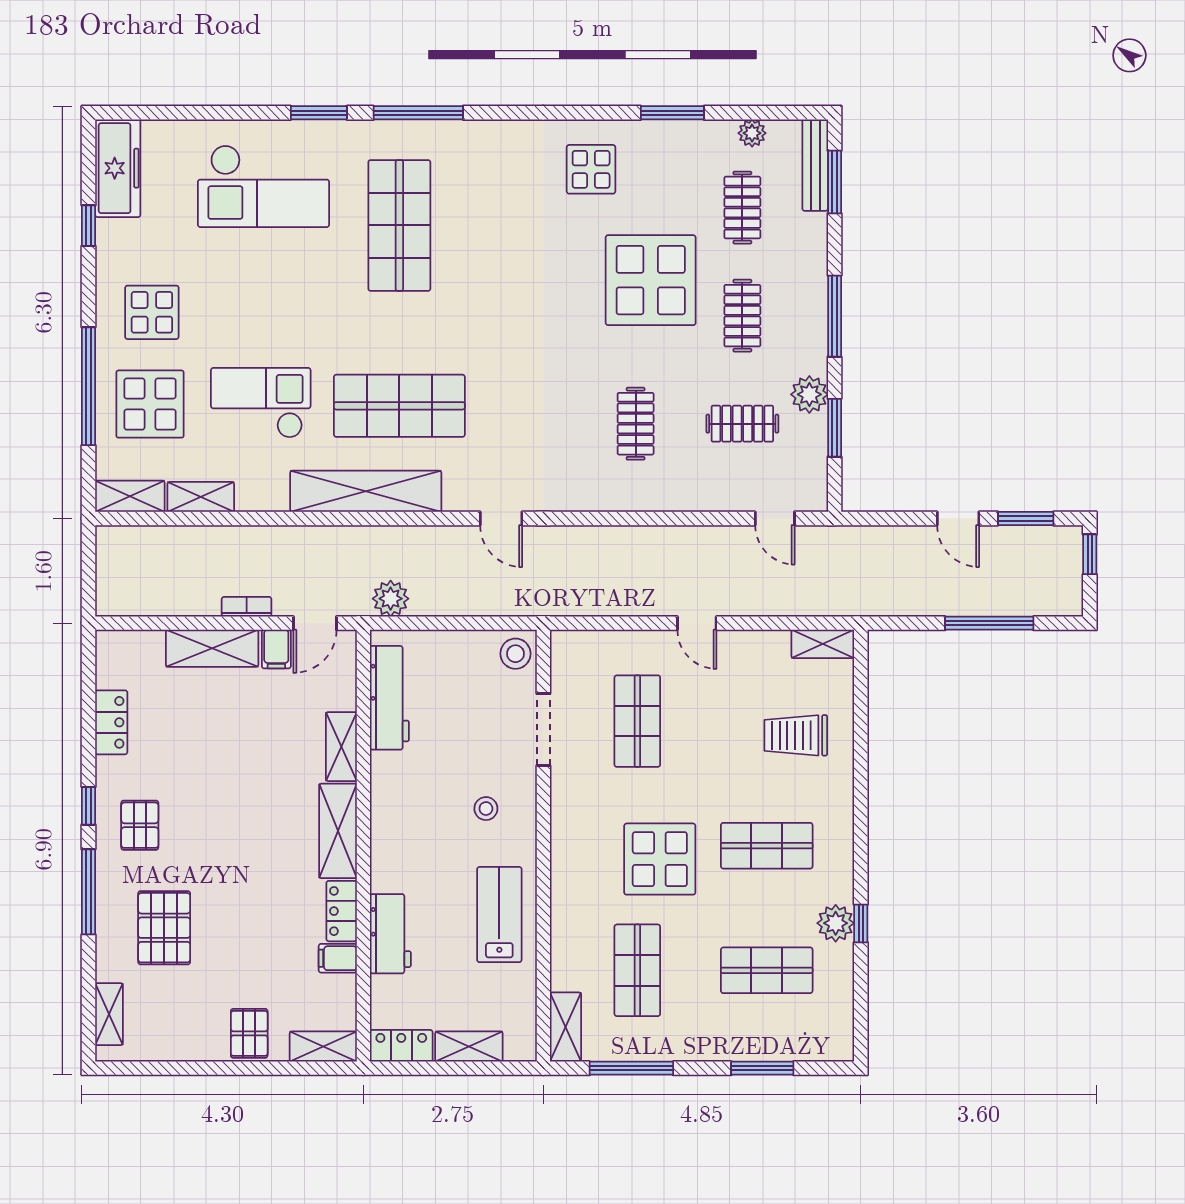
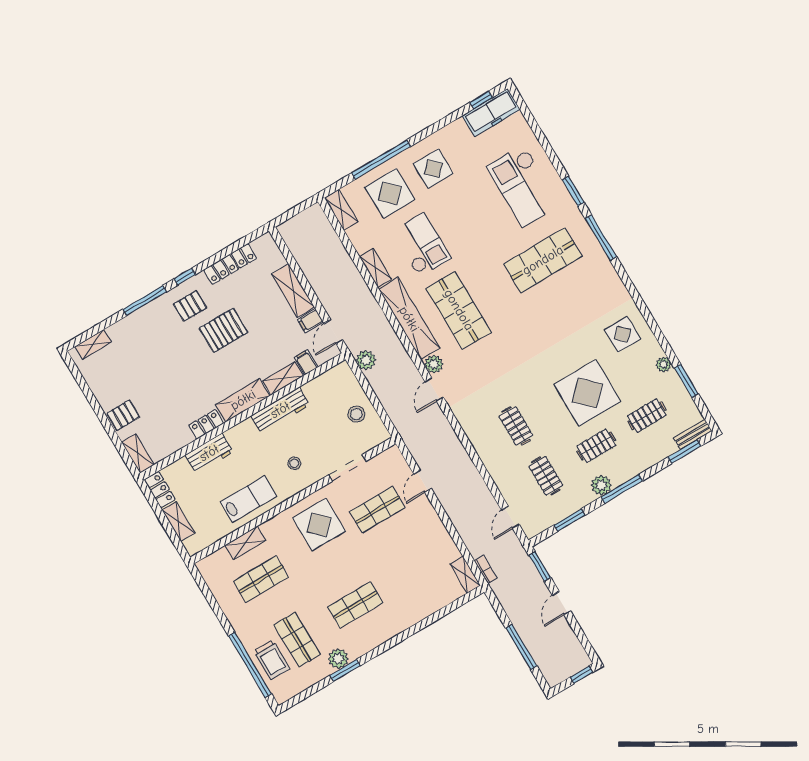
window: (672, 113) -> (686, 381), moved
plant: (752, 133) -> (664, 364), moved
bench: (815, 165) -> (693, 434), width x0.73
window: (89, 226) -> (481, 100), moved
plant: (809, 394) -> (601, 485), moved
clothes rail: (636, 424) -> (516, 426), turned 90
plant: (461, 495) -> (434, 364), added
shelving: (201, 497) -> (375, 268), moved
window: (1026, 518) -> (540, 567), moved
bookcase: (247, 607) -> (486, 570), moved
door: (315, 623) -> (333, 332), hinge flipped
door: (697, 623) -> (423, 481), moved
stool: (515, 654) -> (356, 414), moved
workbench: (389, 698) -> (280, 410), moved
locker: (111, 722) -> (230, 264), width x1.53
trolley: (796, 735) -> (272, 660), moved, turned 180
shop shelf: (767, 846) -> (355, 605), turned 90
display table: (660, 859) -> (319, 525), moved
window: (861, 923) -> (345, 670), width x1.50
pallet: (164, 928) -> (224, 330), moved
filing cabinet: (338, 958) -> (306, 362), moved
shelving: (565, 1027) -> (245, 543), moved
window: (631, 1068) -> (213, 604), removed
window: (762, 1068) -> (250, 665), width x2.11

